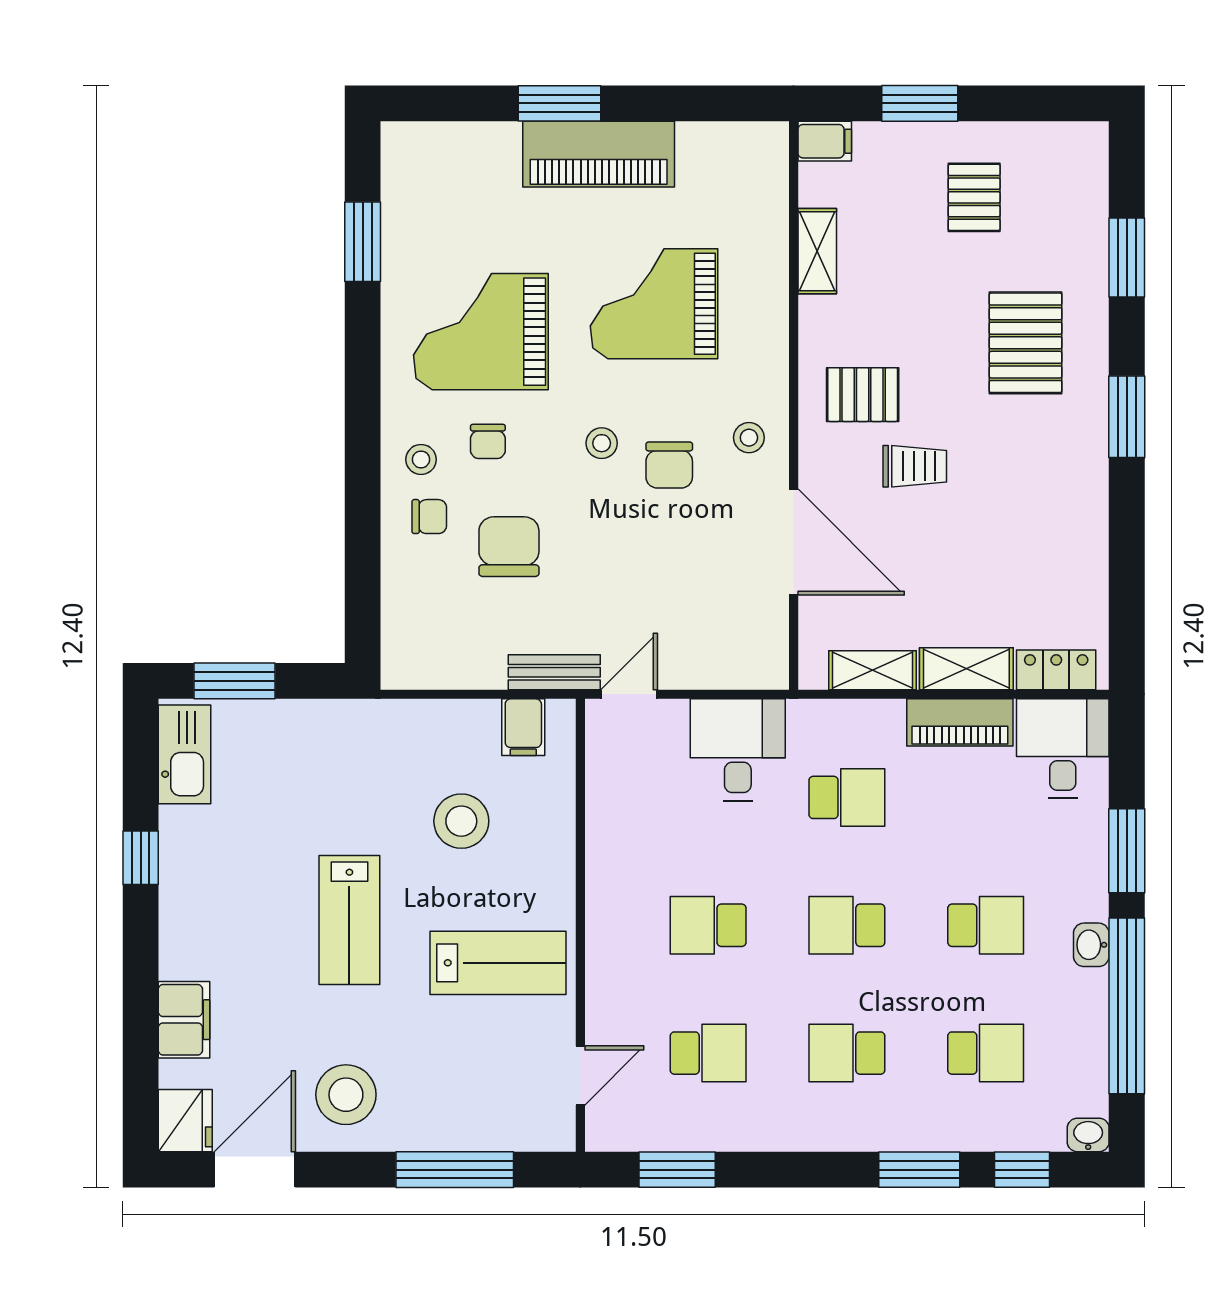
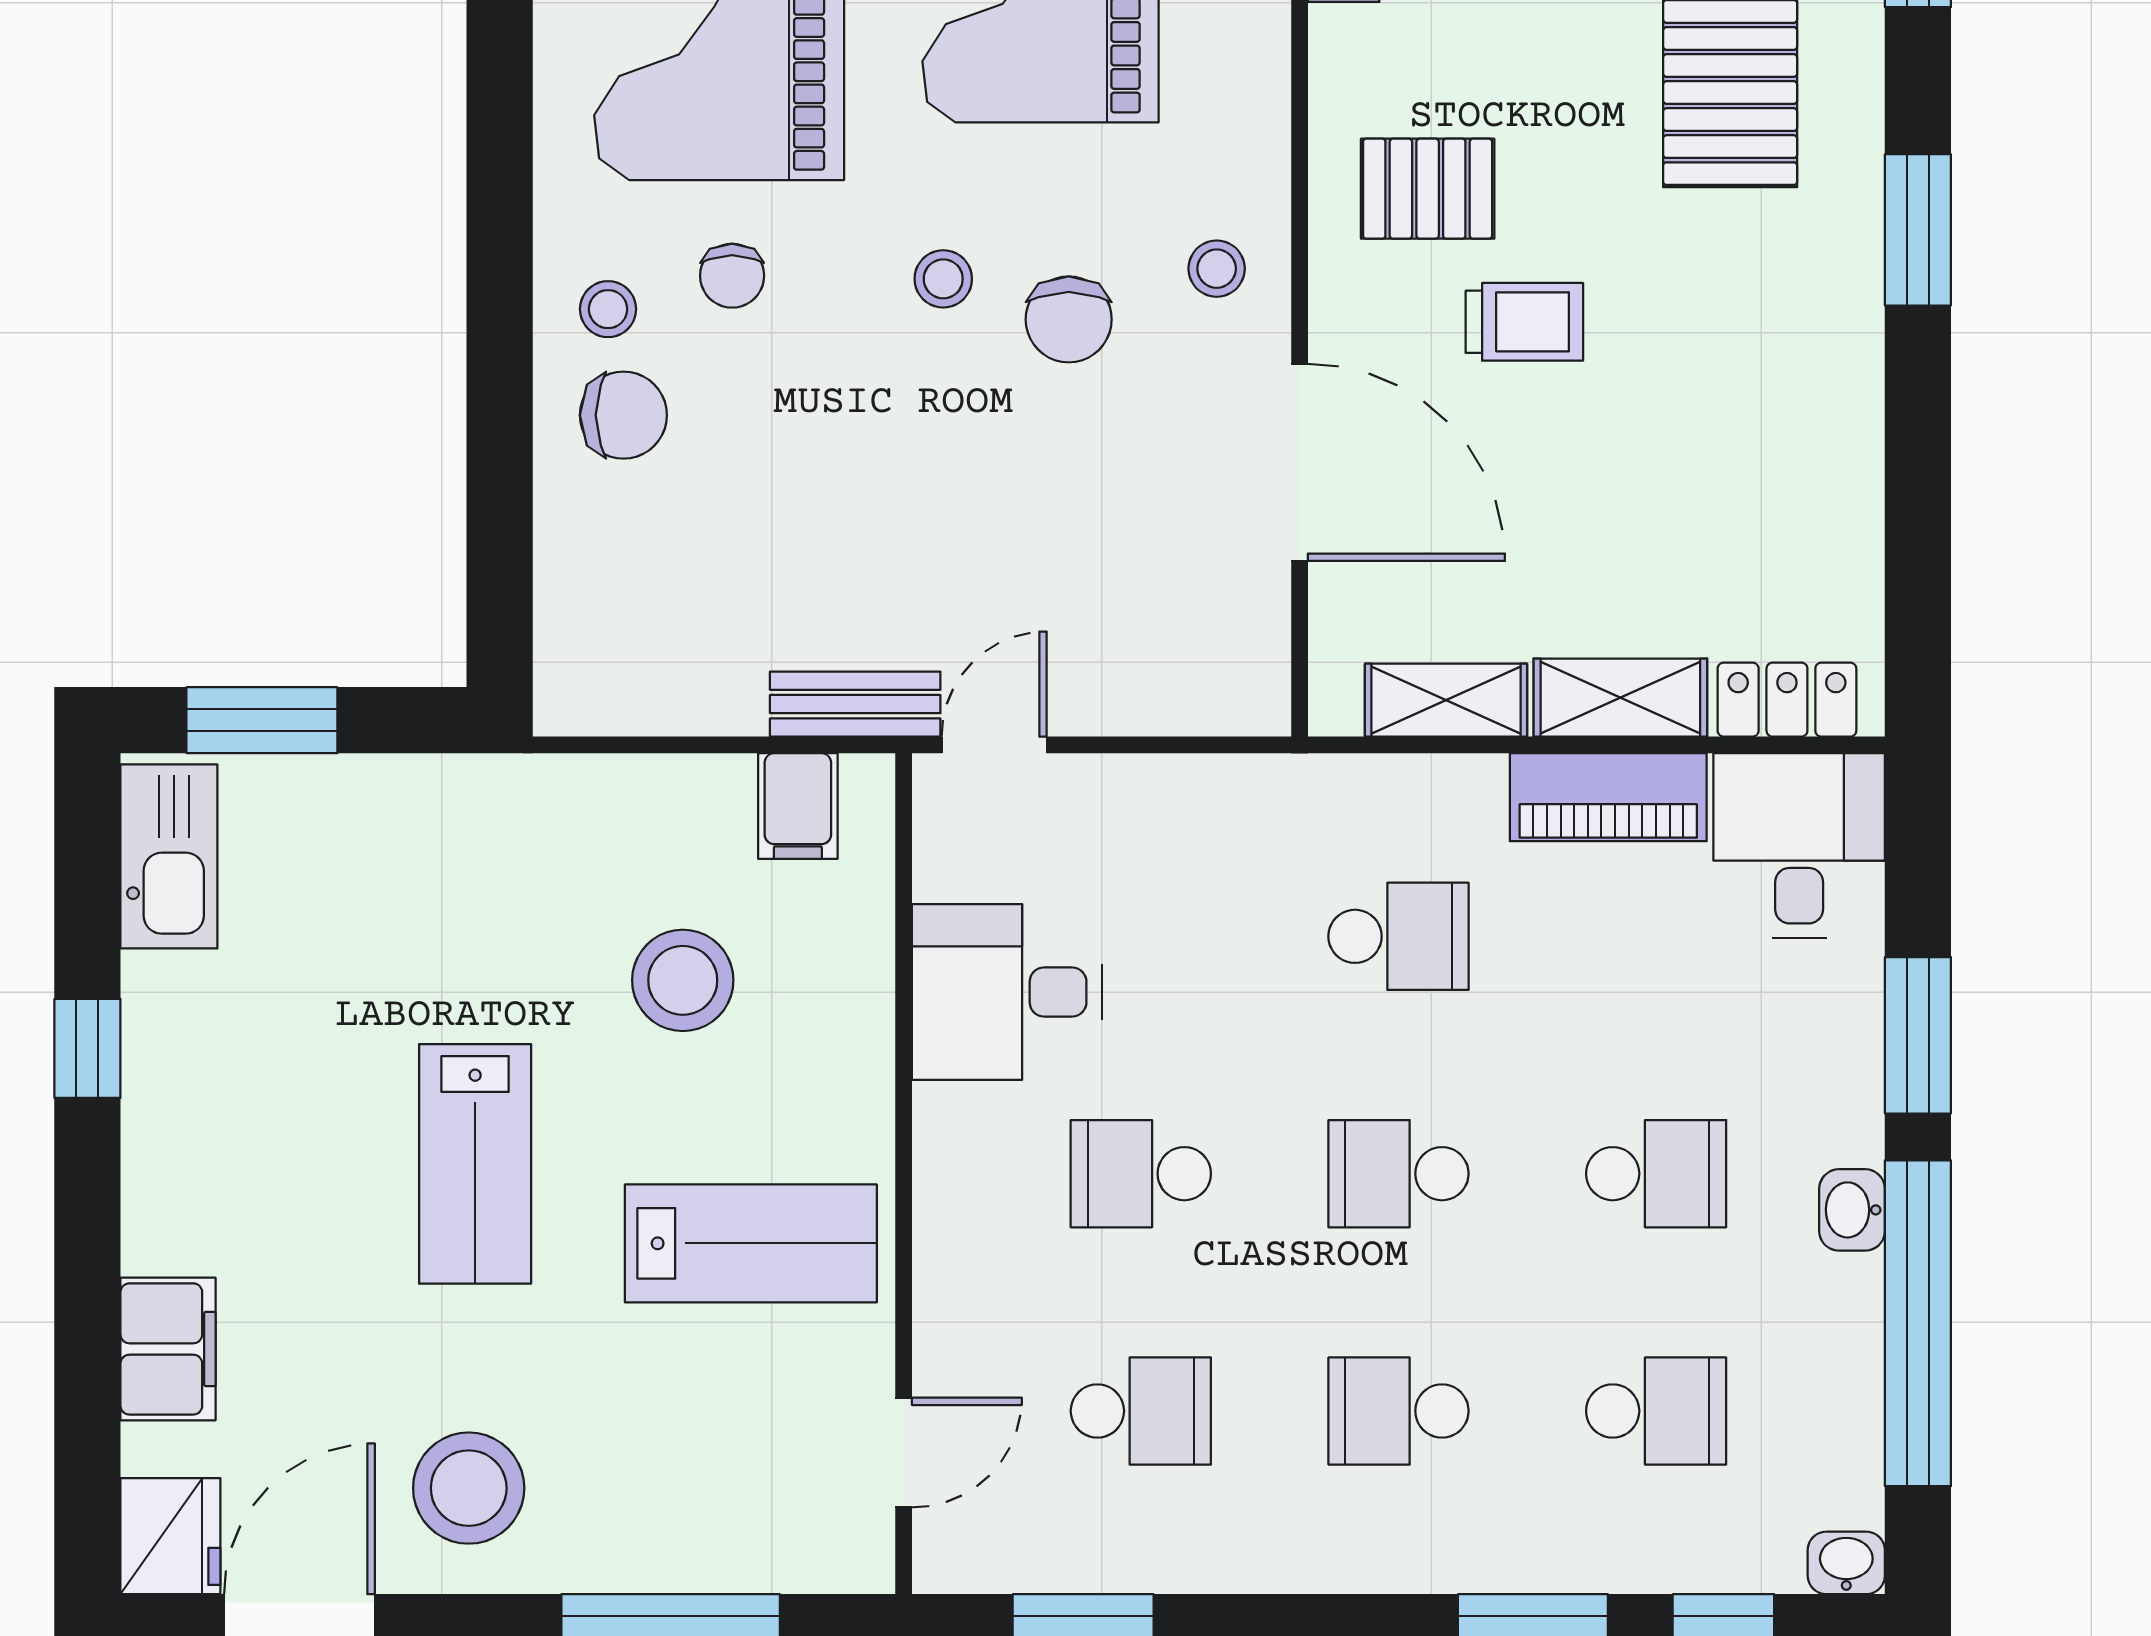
chair: (429, 517) -> (623, 415), width x1.37, depth x1.37
chair: (509, 547) -> (771, 471), removed
desk: (738, 750) -> (1007, 992), moved, turned -90

